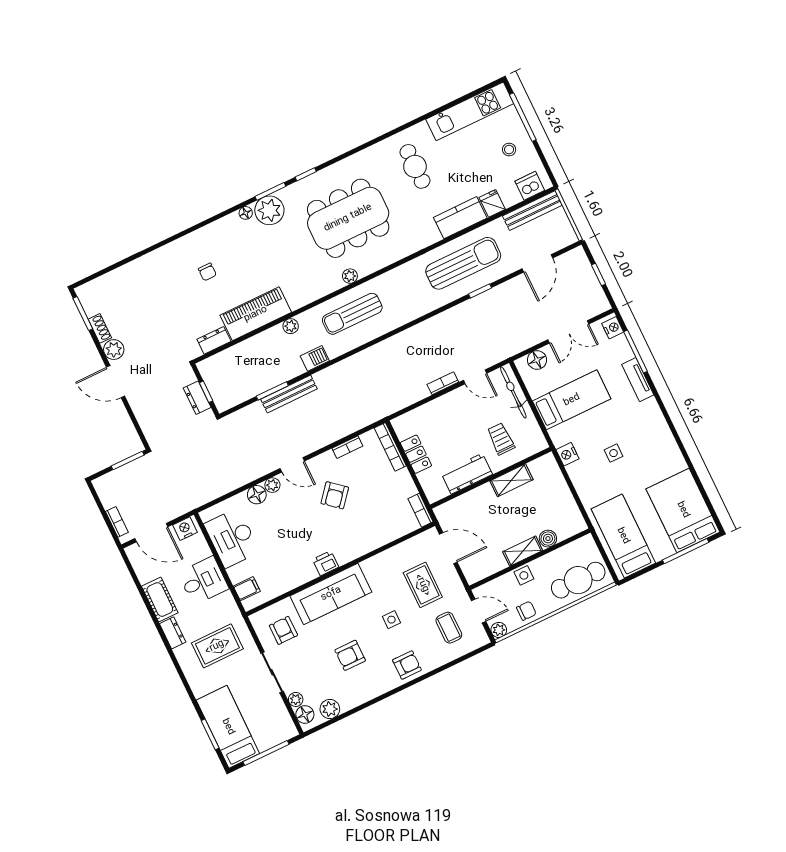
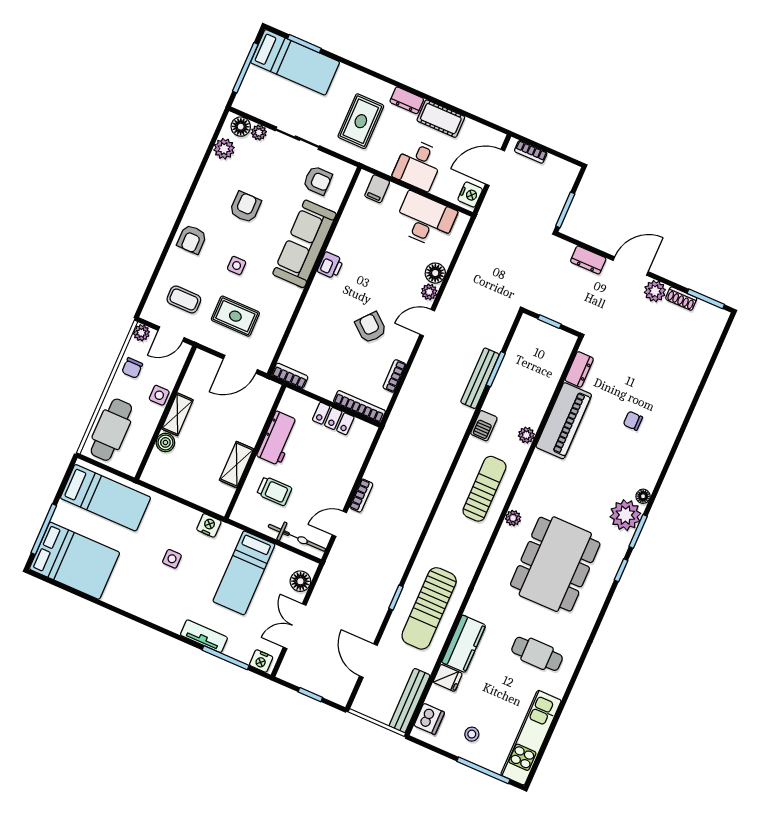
dresser: (197, 398) -> (588, 260), moved, turned 180

